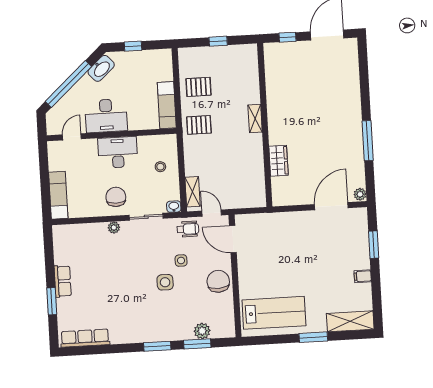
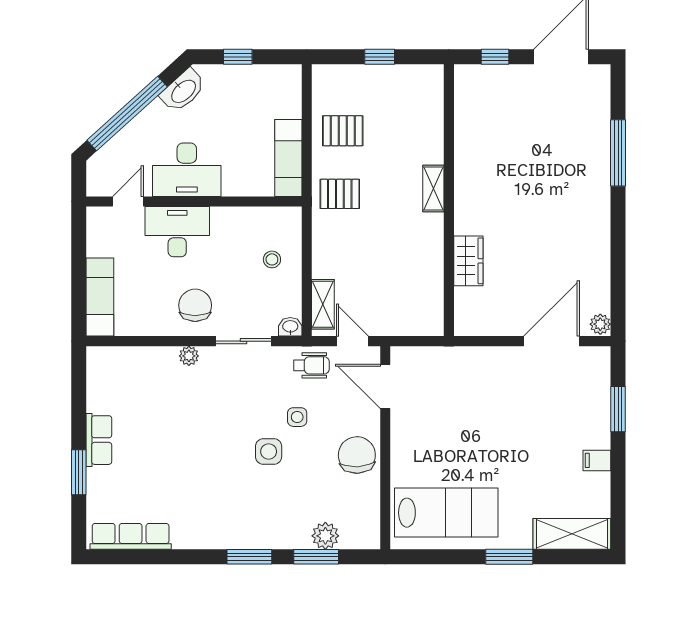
window: (368, 141) -> (618, 153), moved
desk: (118, 152) -> (177, 232), moved

